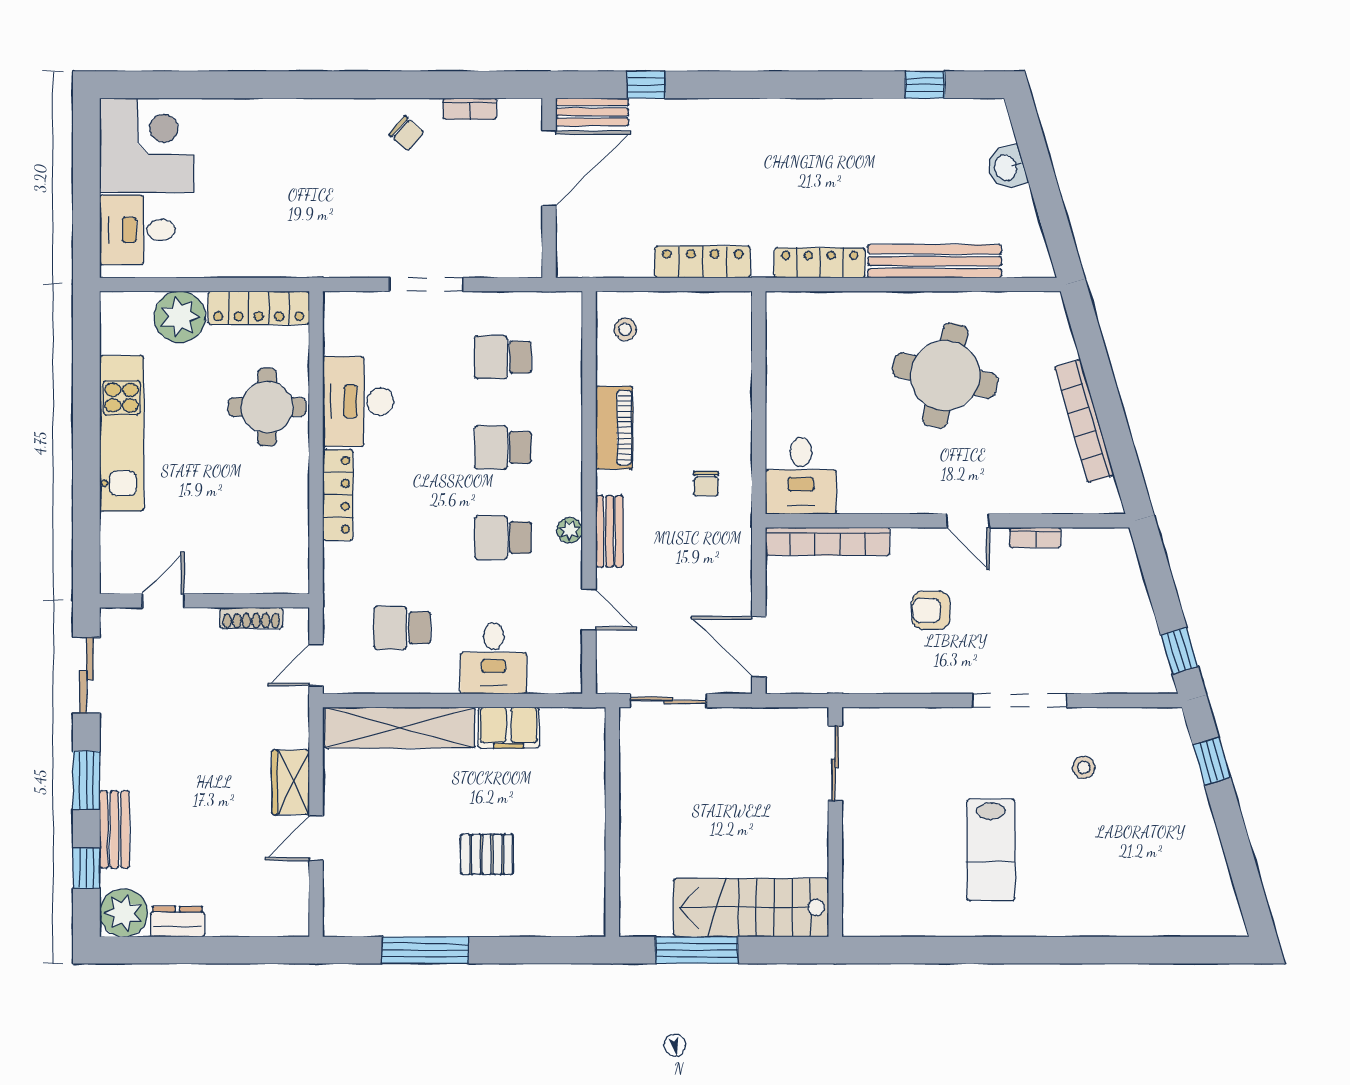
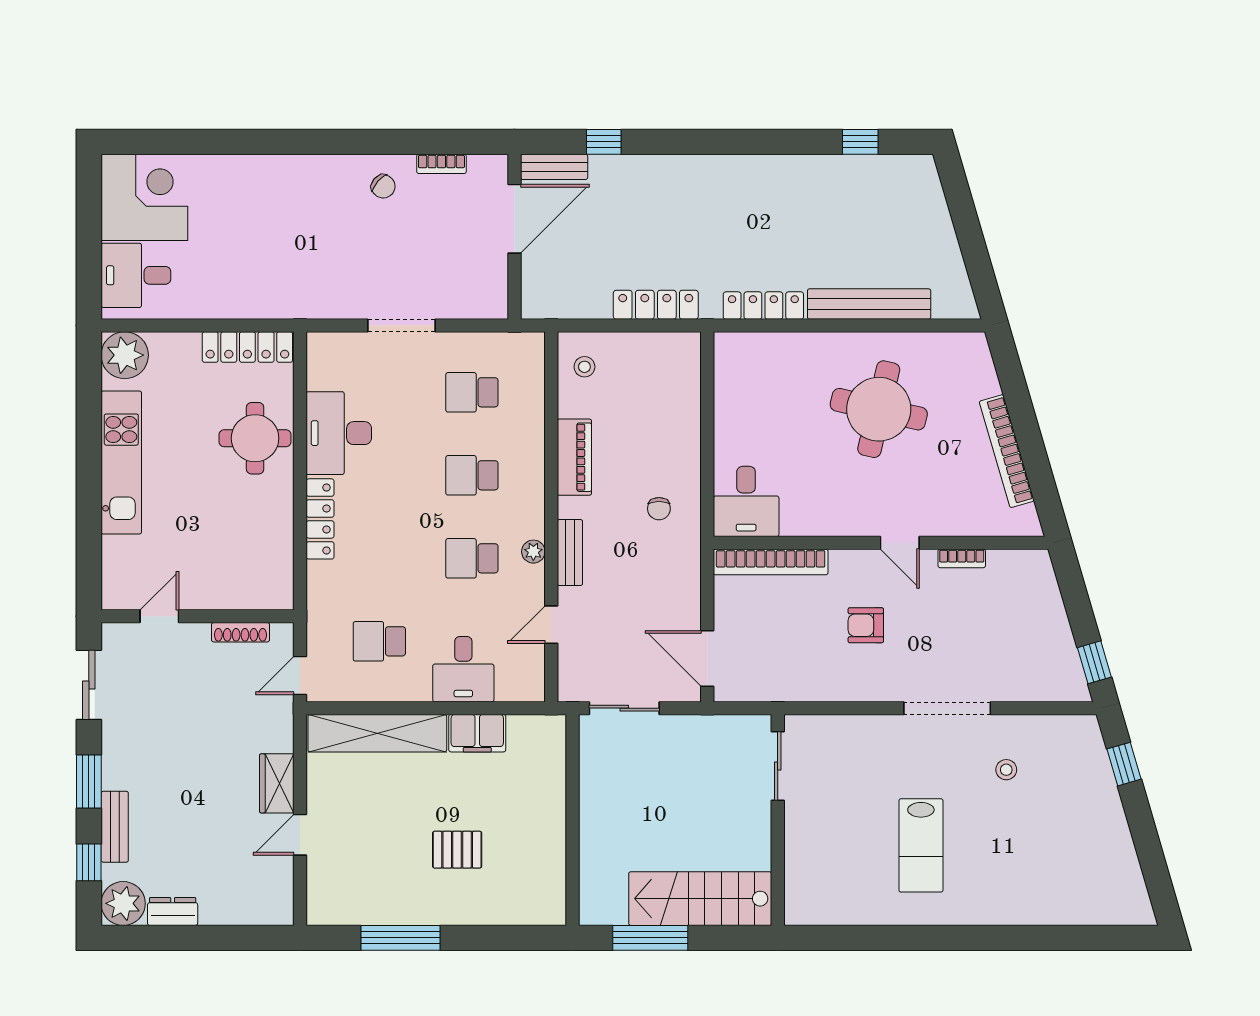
washbasin: (1006, 167) -> (935, 218), removed
plant: (180, 317) -> (125, 355), moved
door: (589, 610) -> (551, 625), swing flipped

